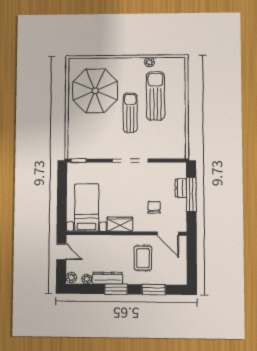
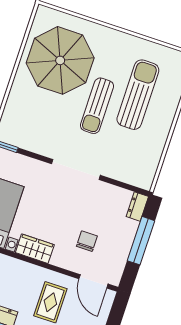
plant: (149, 62) -> (145, 46), removed
sun lounger: (130, 113) -> (97, 106), turned 180
dresser: (181, 188) -> (137, 207), moved

